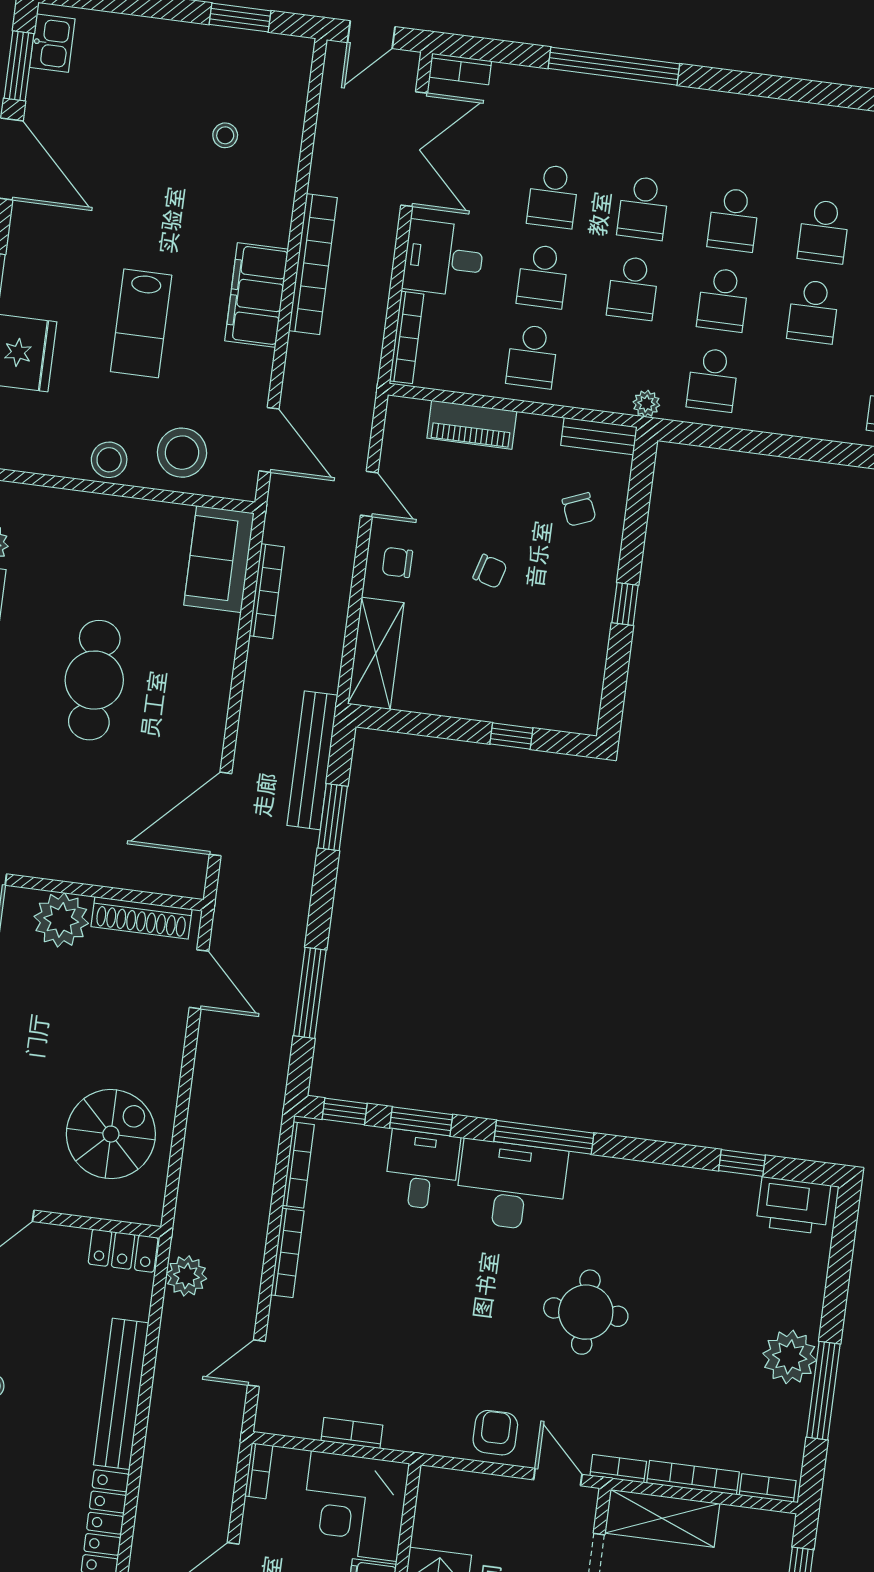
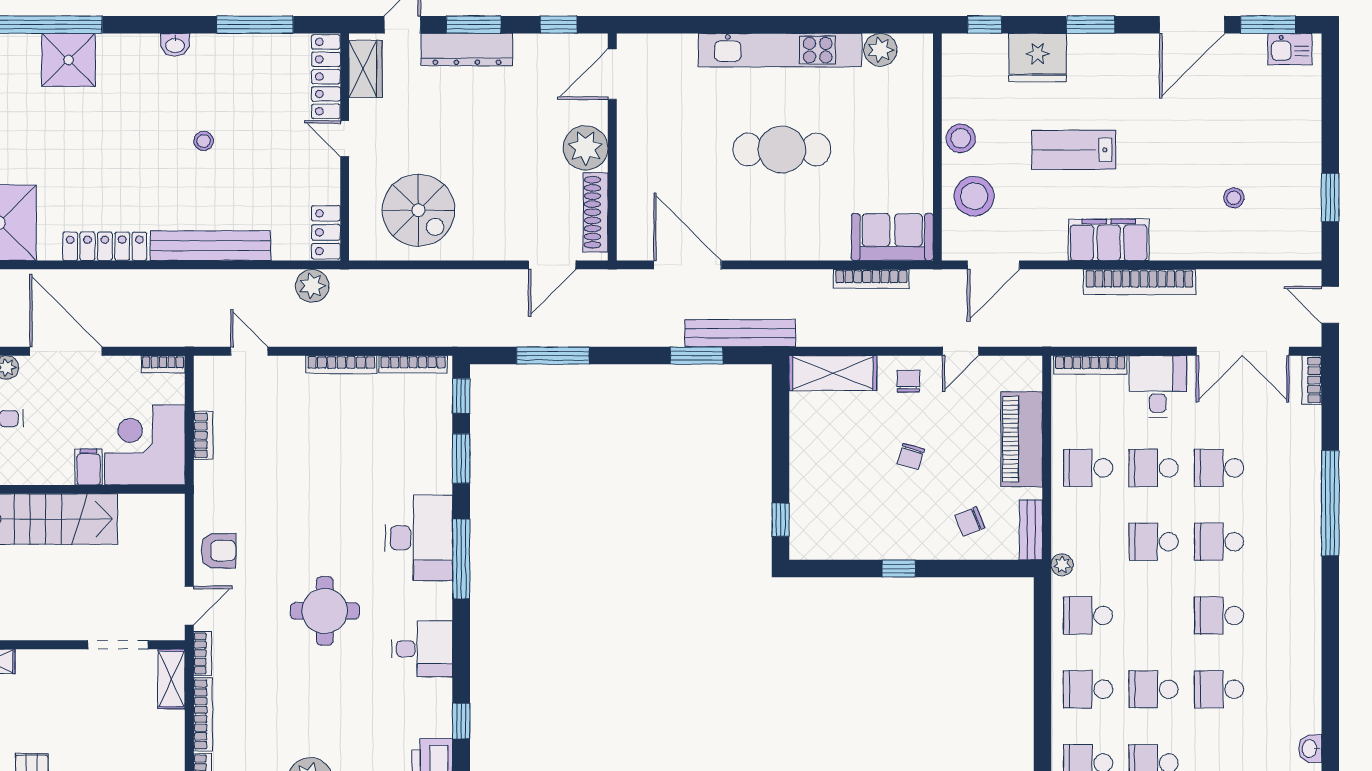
school desk: (723, 300) -> (1088, 689), moved
piano: (472, 425) -> (1022, 439), width x1.37, depth x1.33
window: (511, 736) -> (781, 520), moved
desk: (422, 1170) -> (422, 649), moved
shelving: (662, 1518) -> (171, 679), width x0.67, depth x0.75

